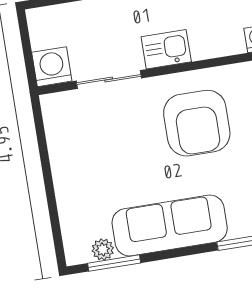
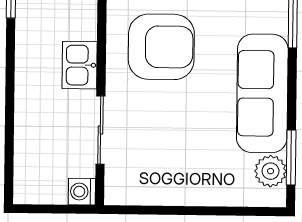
washing machine: (52, 67) -> (82, 192), width x0.73, depth x0.73
plant: (103, 249) -> (271, 171), width x1.38, depth x1.38

